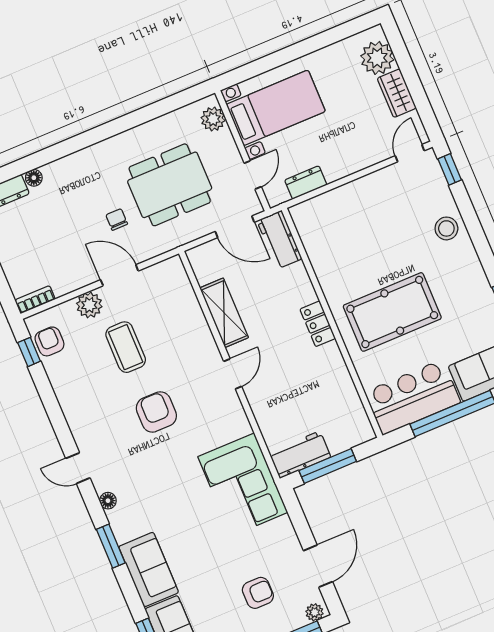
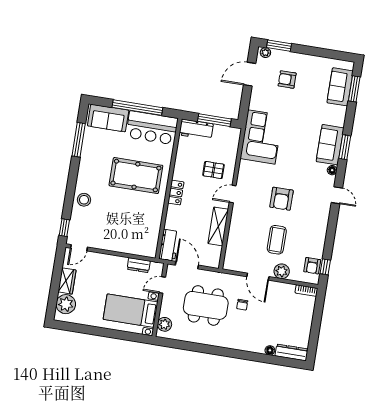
pallet: (283, 392) -> (213, 170), added
workbench: (300, 455) -> (196, 129), moved
sofa: (149, 570) -> (330, 145), moved

